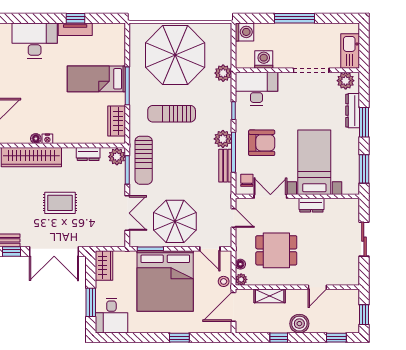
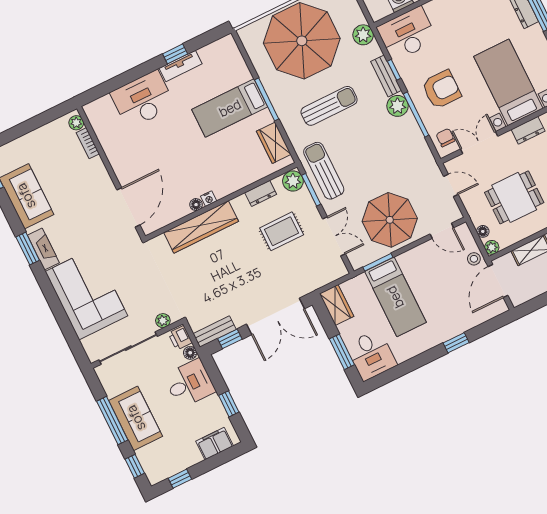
sun lounger: (172, 114) -> (329, 106), turned 180
sun lounger: (144, 160) -> (324, 171), turned 180
bench: (225, 166) -> (386, 76), moved
rug: (60, 203) -> (282, 231), moved
bed: (165, 281) -> (395, 297), width x0.49

